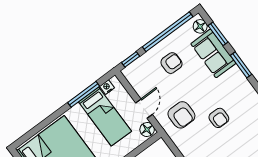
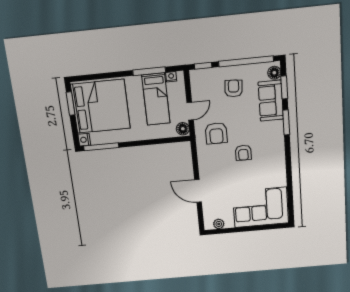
armchair: (172, 63) -> (234, 88), turned -86

